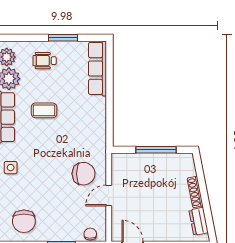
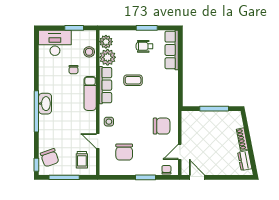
wheelchair: (45, 61) -> (145, 46), moved
door: (109, 196) -> (180, 152), moved
chair: (24, 221) -> (124, 152), moved

